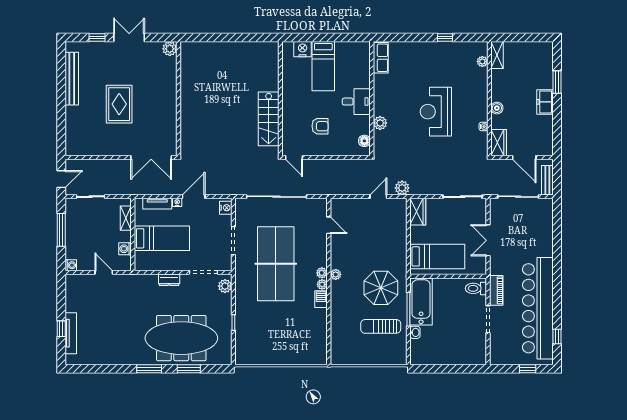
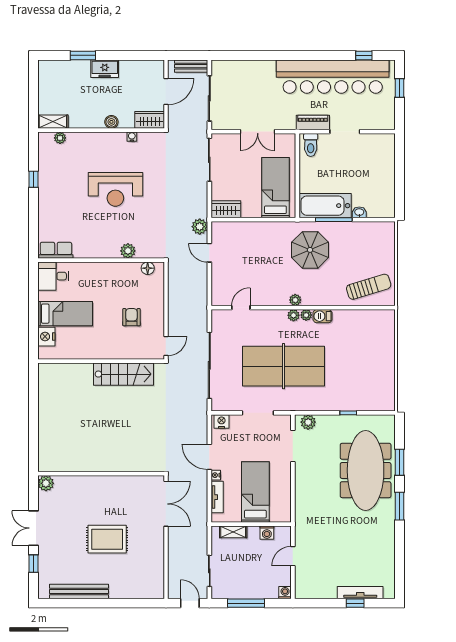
desk: (356, 102) -> (53, 276), moved, turned -90
dresser: (169, 280) -> (301, 484), removed
sun lounger: (381, 326) -> (369, 287), moved, turned -107

